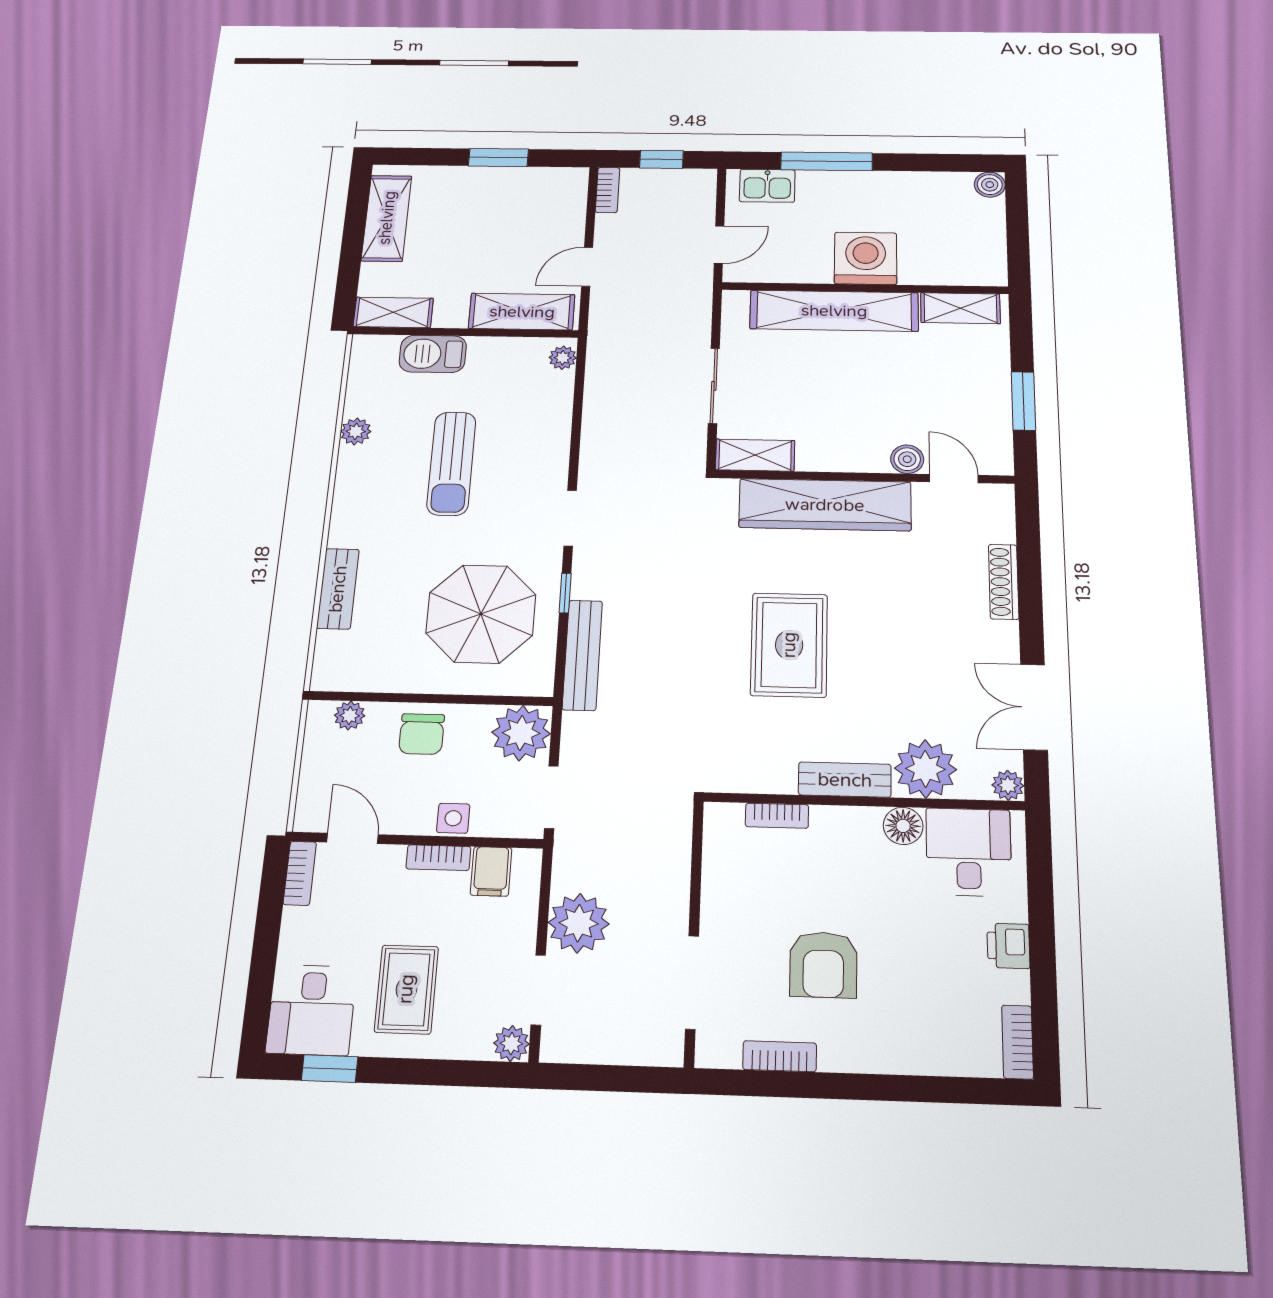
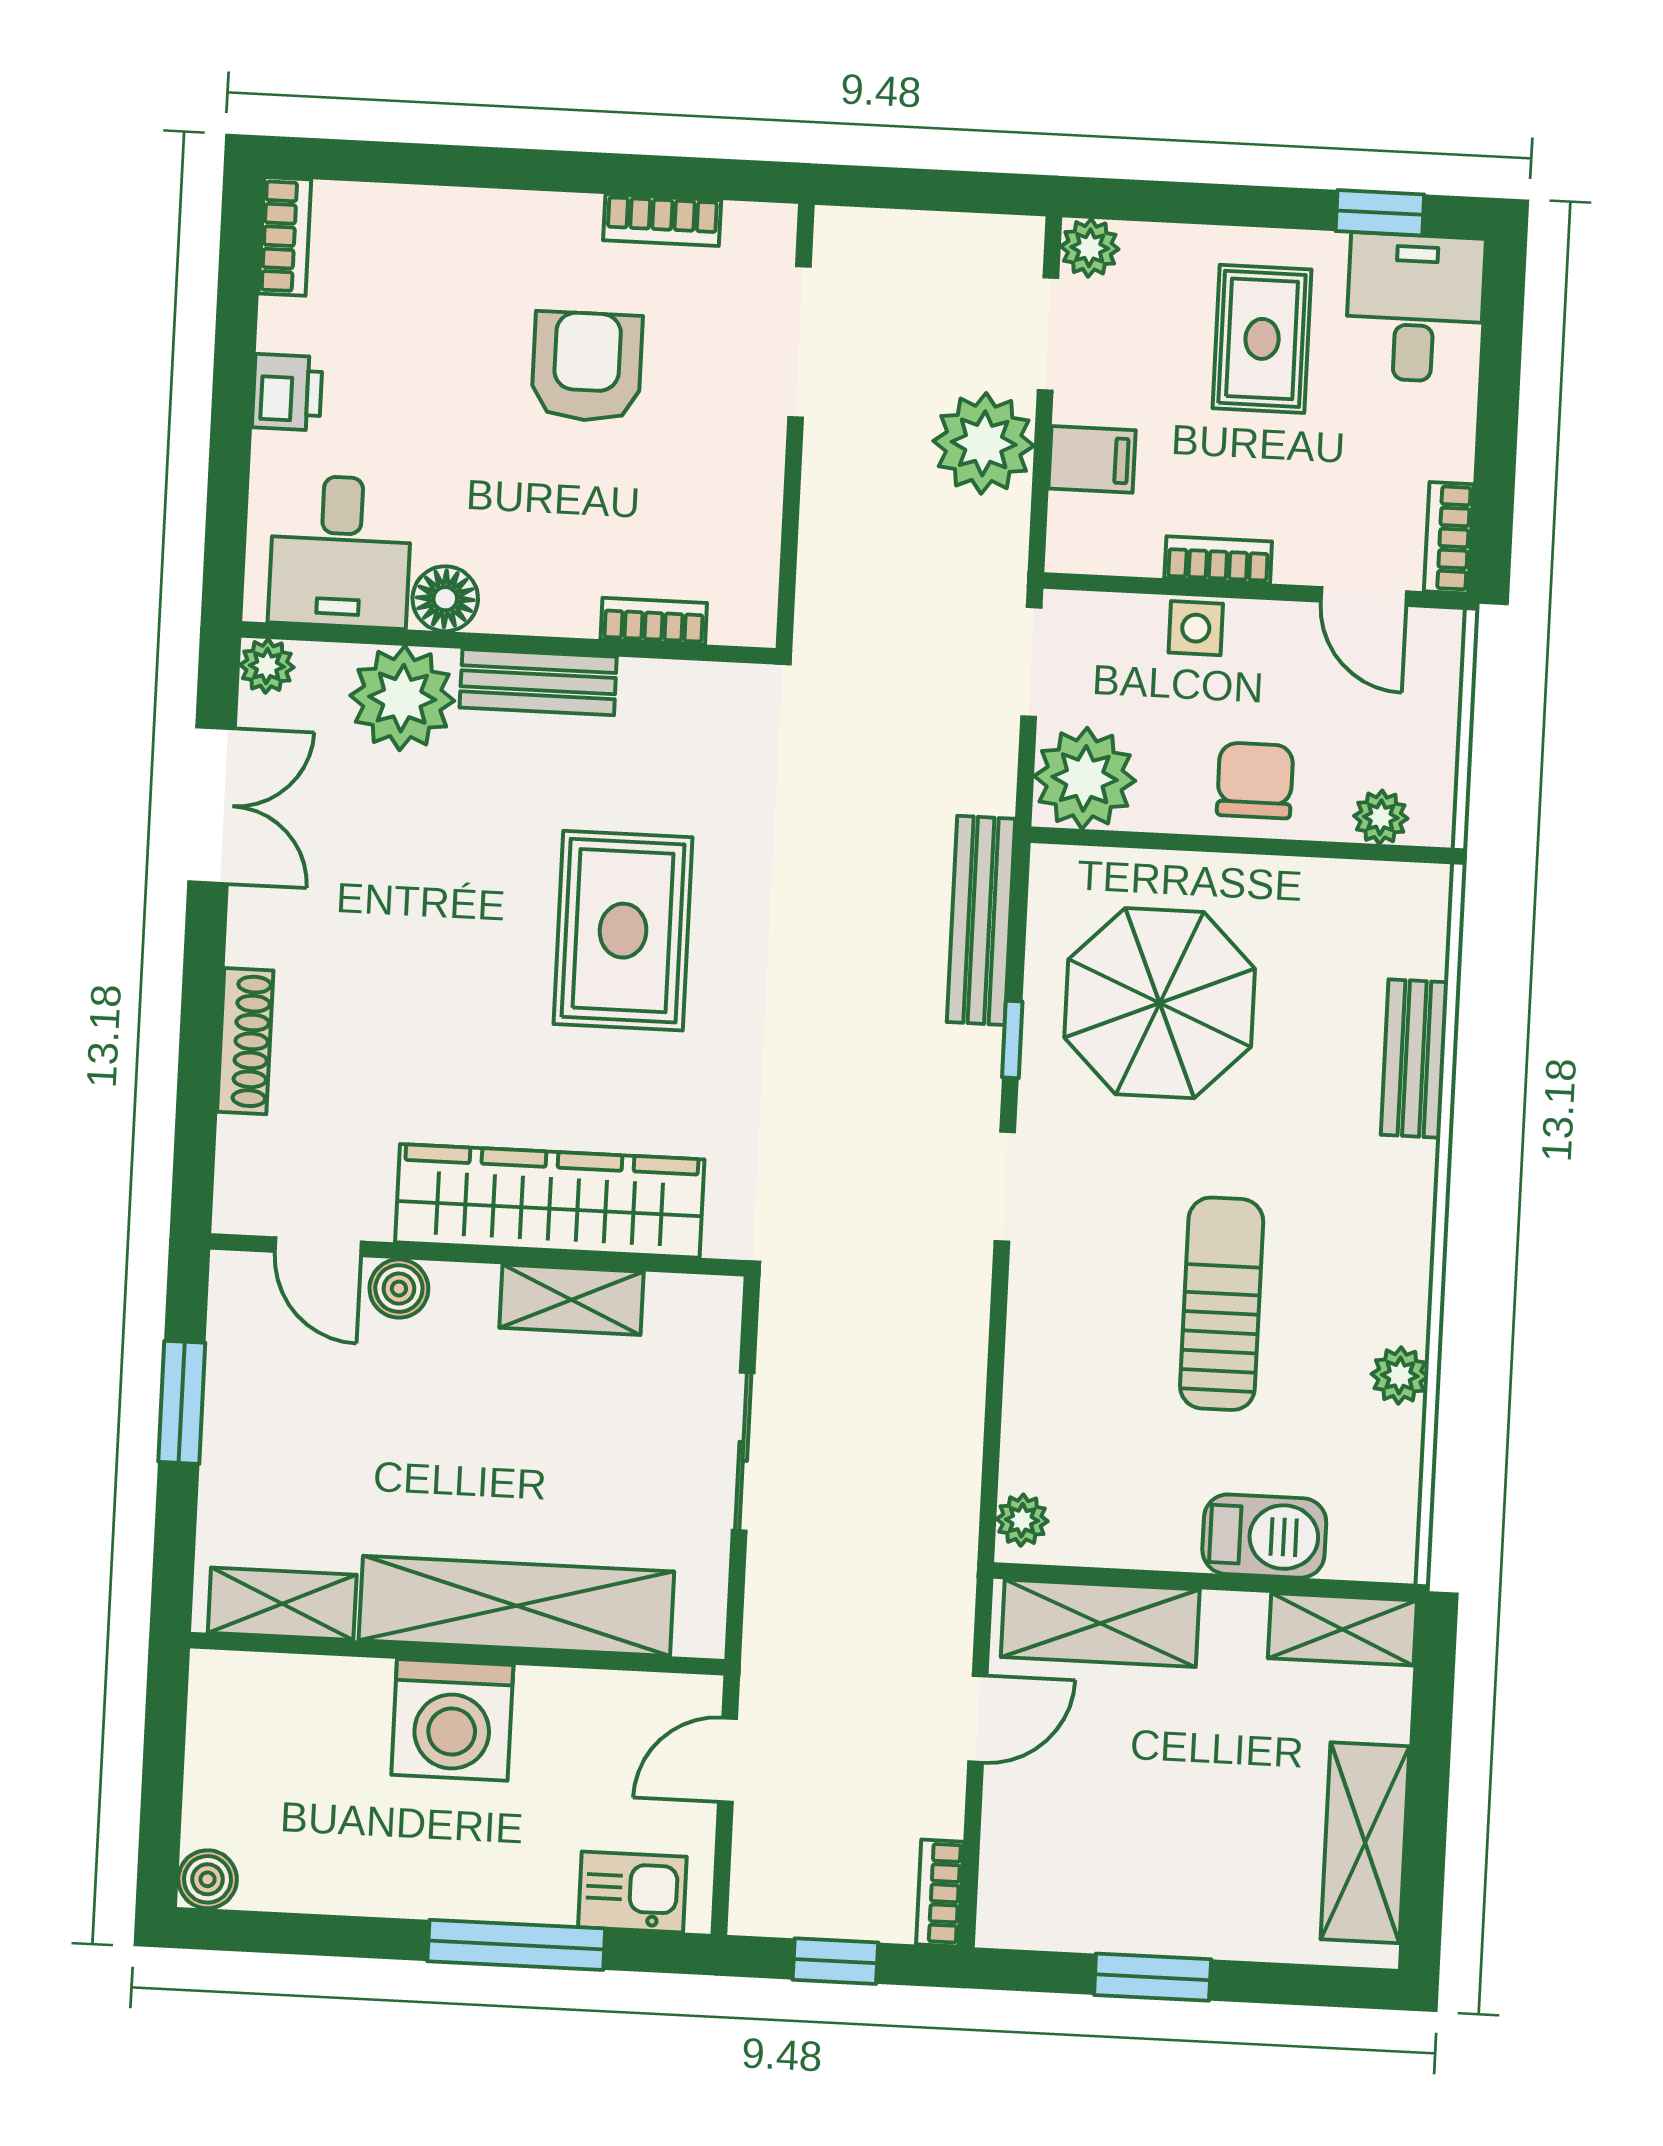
shelving: (755, 455) -> (571, 1300), moved
filing cabinet: (491, 871) -> (1092, 459), moved, turned 90

